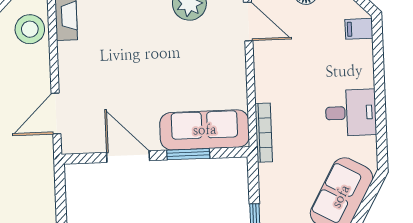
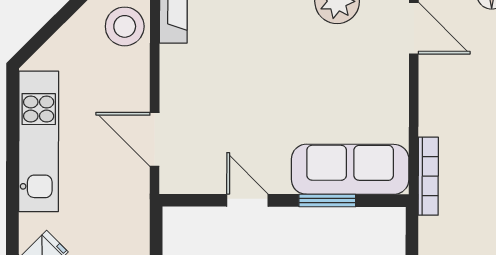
door: (56, 114) -> (155, 139), hinge flipped
door: (128, 157) -> (247, 200), width x0.73

